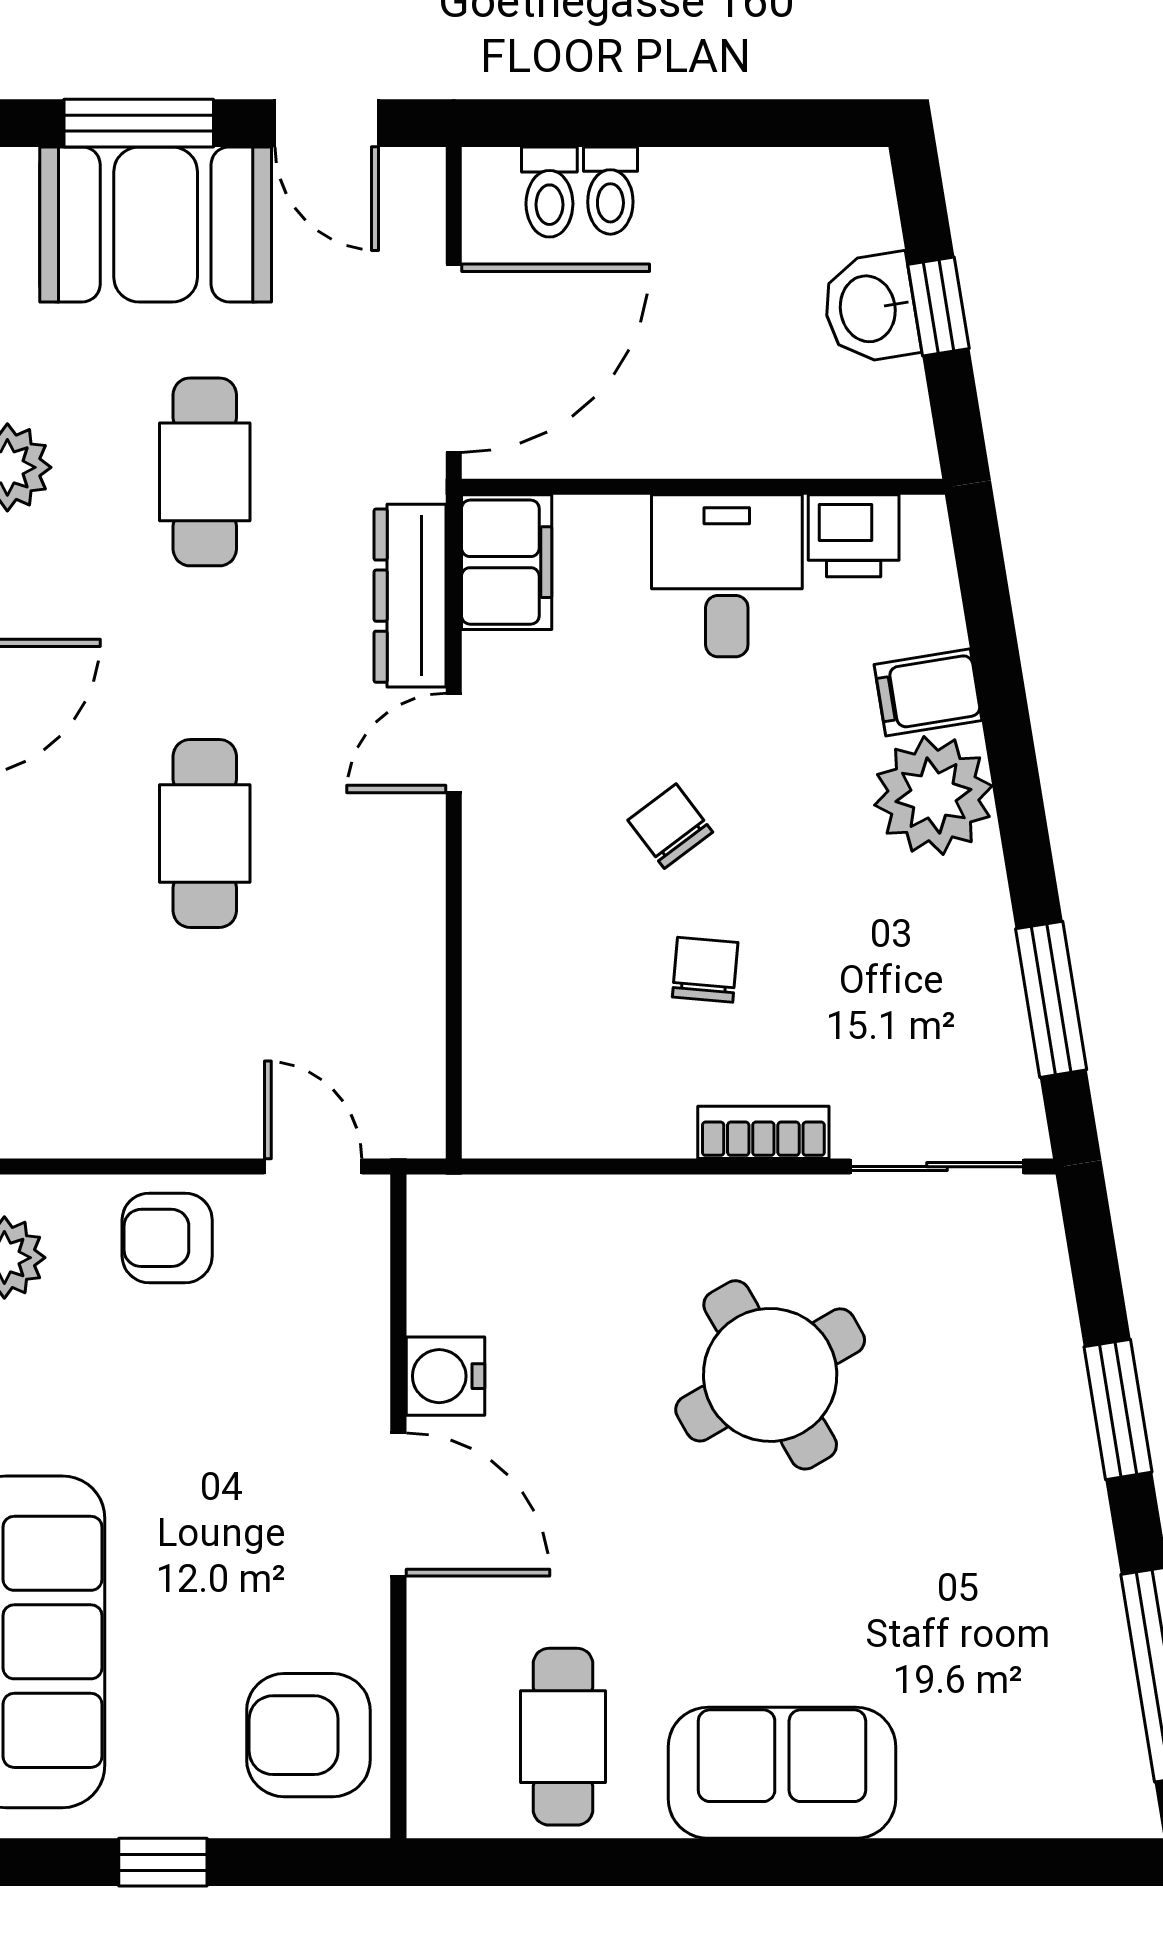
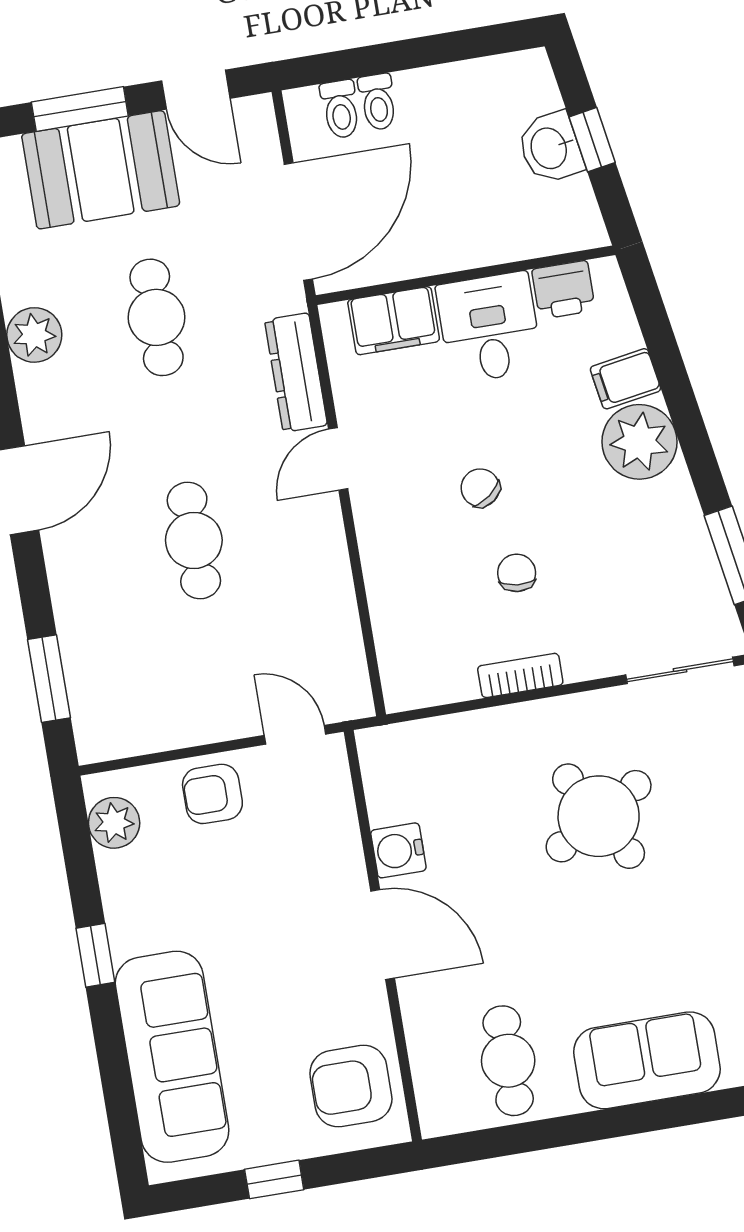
filing cabinet: (507, 562) -> (394, 321), moved, turned 90
bookcase: (763, 1132) -> (520, 675), moved

